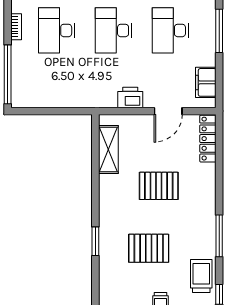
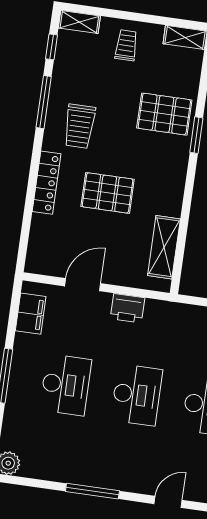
locker: (208, 139) -> (47, 183), moved
window: (219, 236) -> (44, 102), moved
pallet: (149, 248) -> (164, 114), moved
trolley: (201, 276) -> (79, 126), moved

